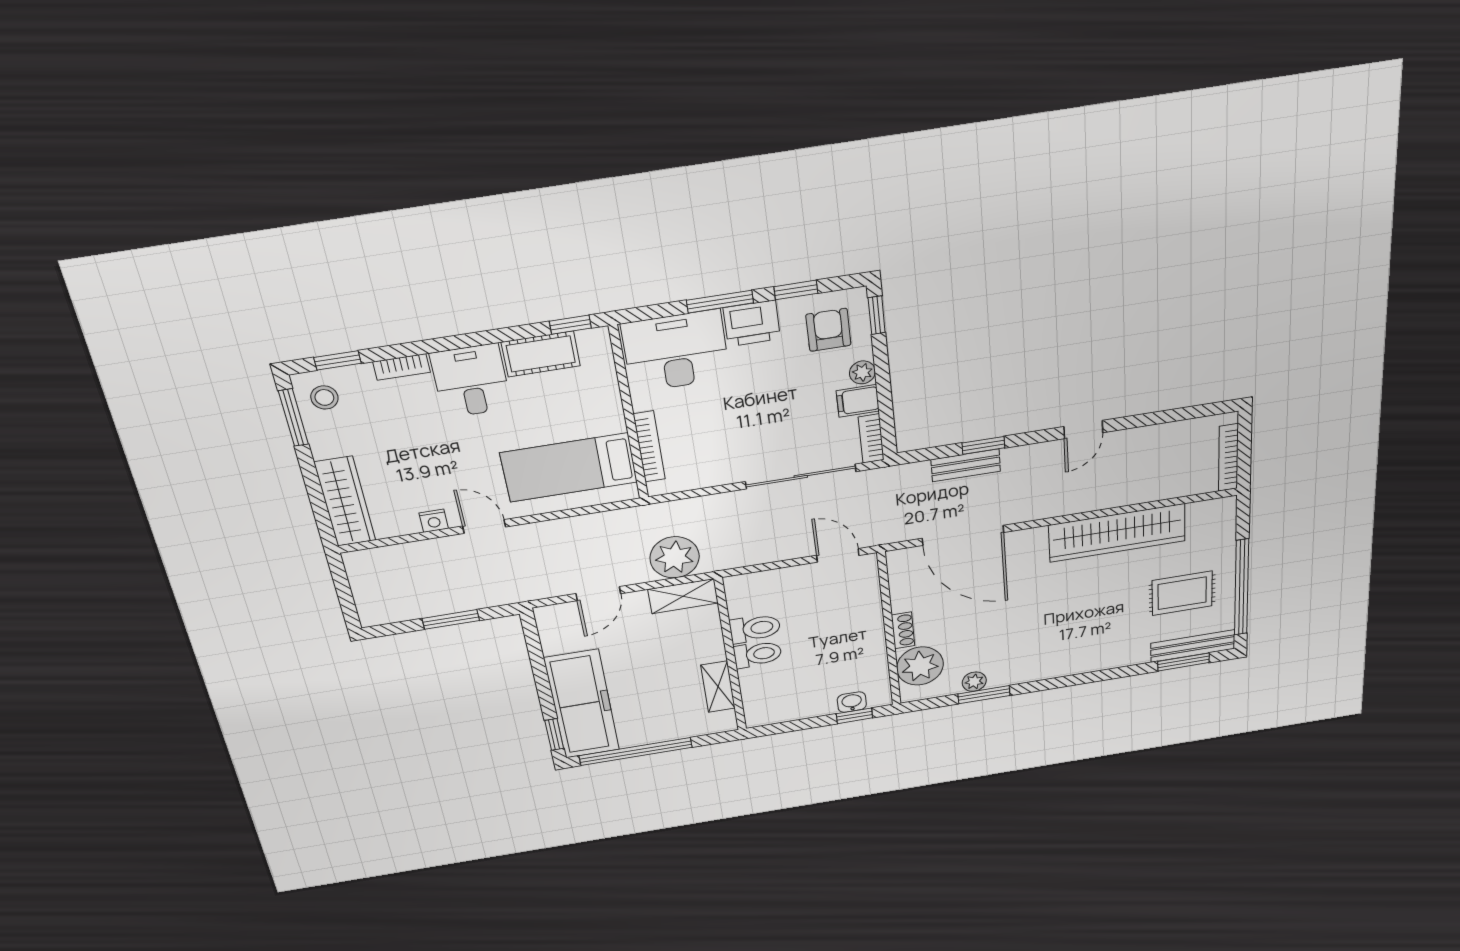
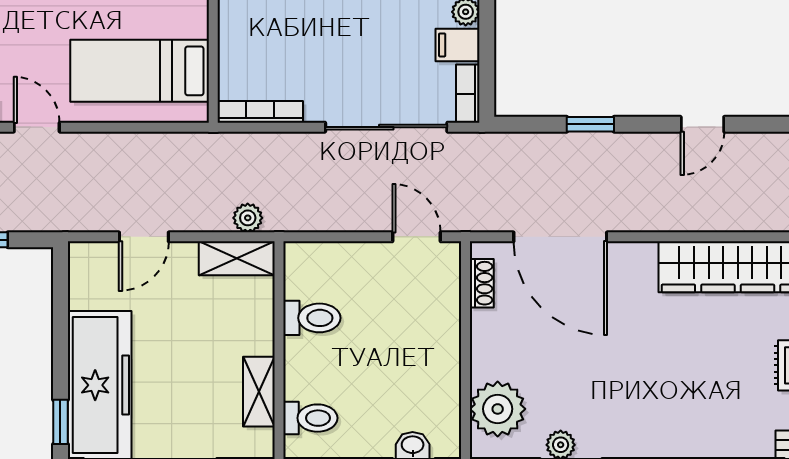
bookcase: (649, 447) -> (260, 112), moved, turned -90
bench: (966, 465) -> (569, 146), removed
plant: (675, 557) -> (248, 218), width x0.53, depth x0.53
shoe rack: (903, 630) -> (482, 283), moved
toilet: (758, 654) -> (310, 418), moved

